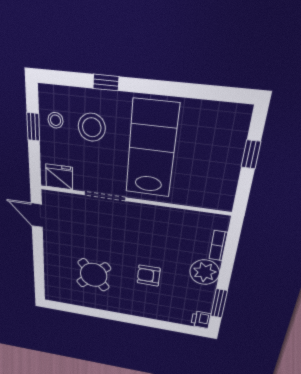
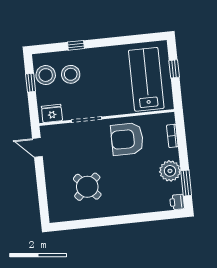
stool: (56, 120) -> (46, 75), width x1.89, depth x1.89
lab bench: (152, 149) -> (146, 79), moved
plant: (205, 272) -> (170, 171), moved
armchair: (149, 276) -> (127, 139), moved, width x1.88, depth x1.88

